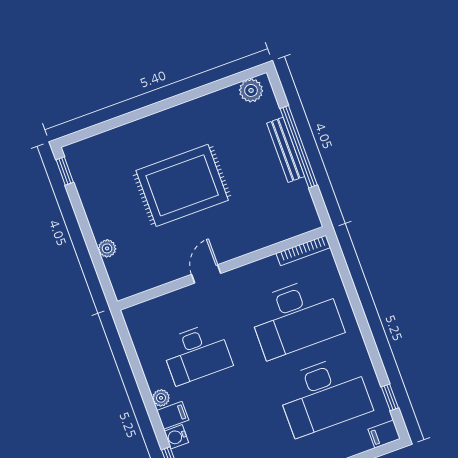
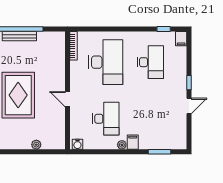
desk: (324, 395) -> (151, 62), width x0.73, depth x0.77
water cooler: (176, 437) -> (77, 144), moved

